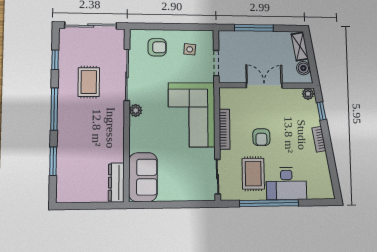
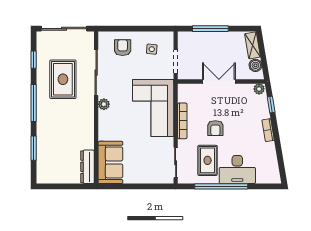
armchair: (157, 47) -> (123, 48), turned -90
rug: (89, 82) -> (63, 79), width x1.36, depth x1.43

